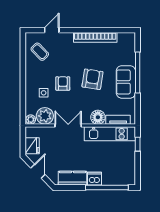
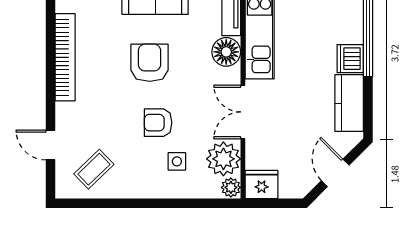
armchair: (92, 79) -> (150, 63), turned 81
fridge: (32, 146) -> (262, 185), moved
door: (38, 171) -> (335, 173), hinge flipped

